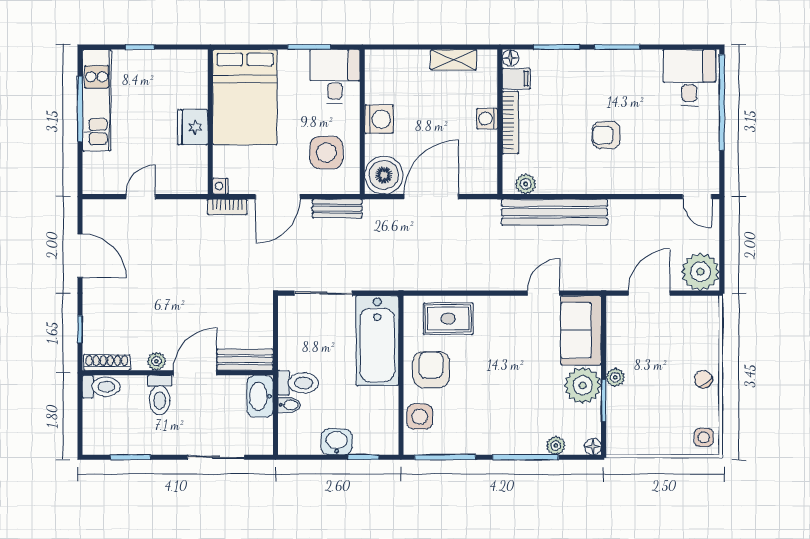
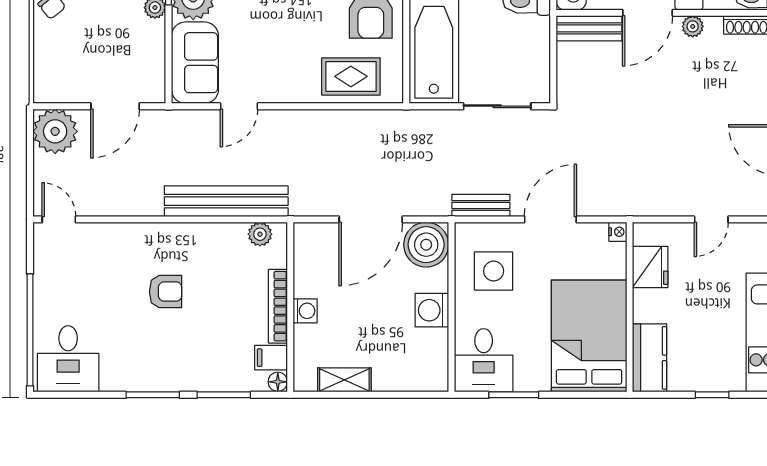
kitchen counter: (193, 78) -> (649, 358), added
fridge: (193, 127) -> (650, 267), moved
bookcase: (227, 207) -> (610, 207), removed

